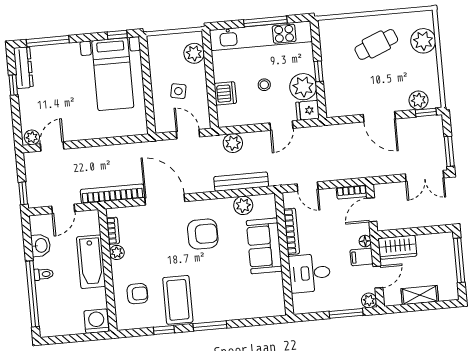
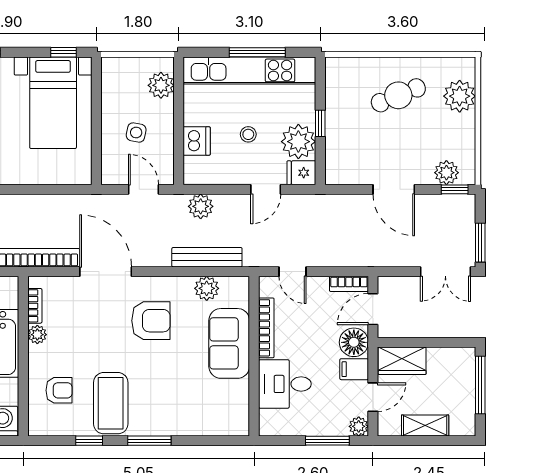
floor lamp: (365, 241) -> (354, 342), width x1.89, depth x1.89

